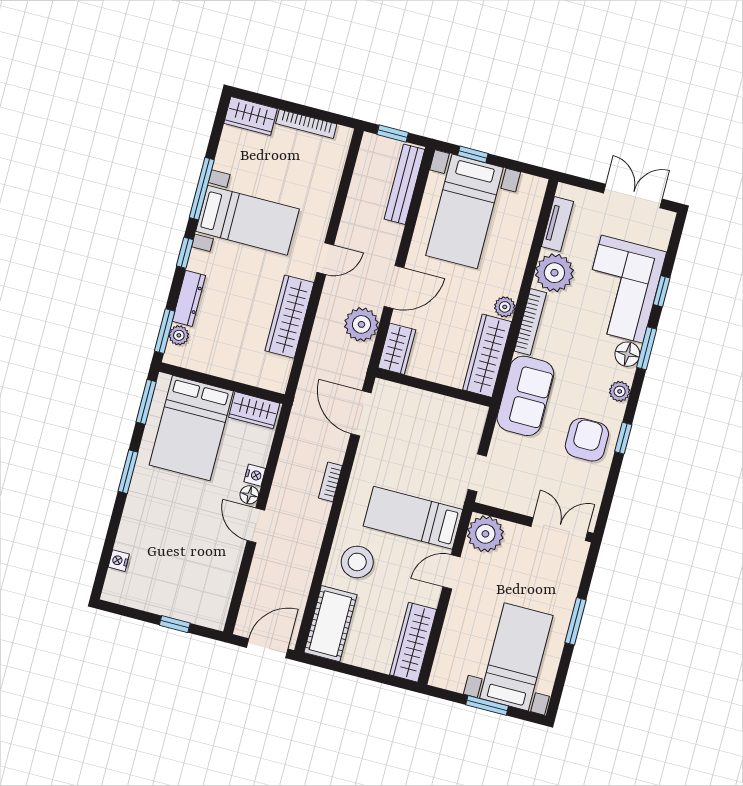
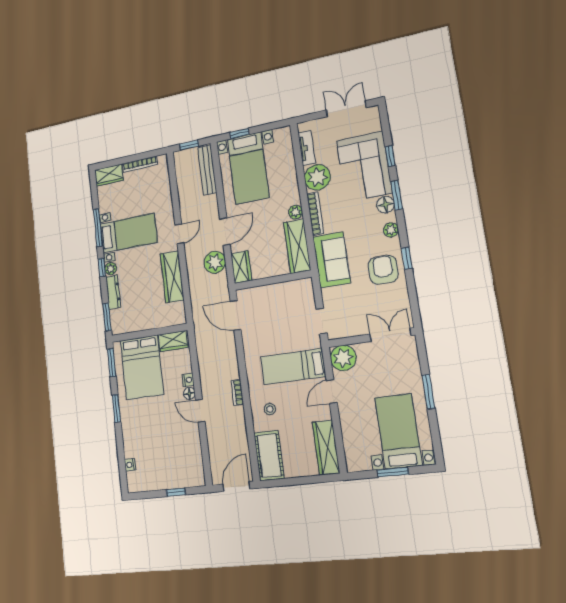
plant: (179, 335) -> (111, 269), moved
bookcase: (330, 482) -> (237, 392), moved
stool: (357, 562) -> (270, 409), width x0.53, depth x0.53

